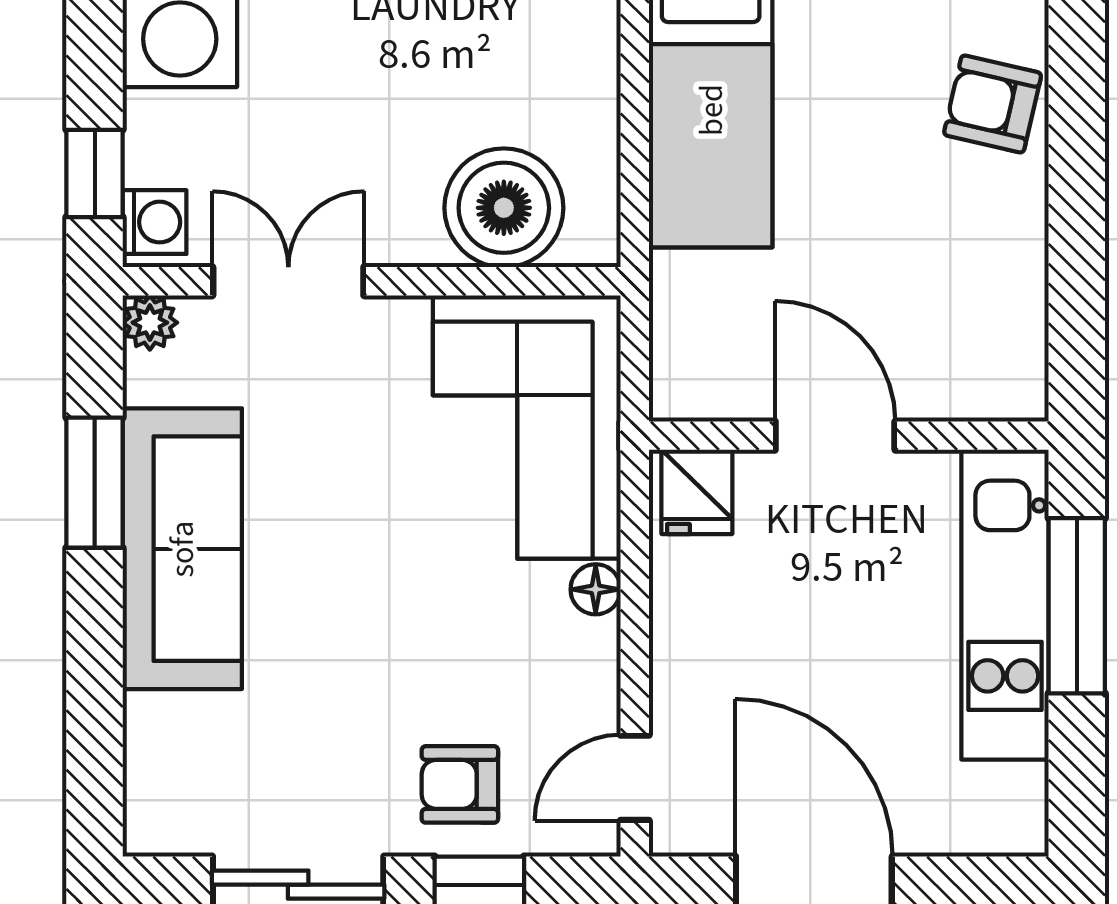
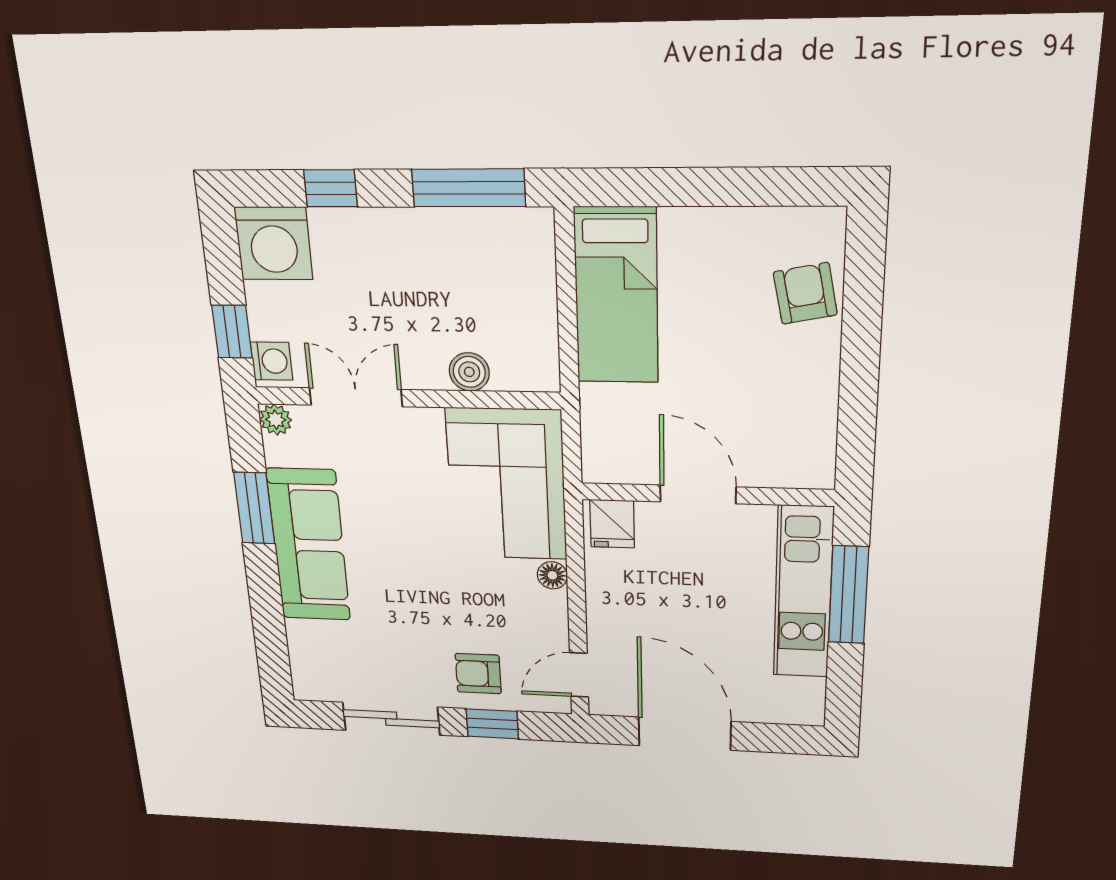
armchair: (993, 104) -> (805, 293), turned 66
boiler: (504, 208) -> (469, 372), width x0.54, depth x0.54

